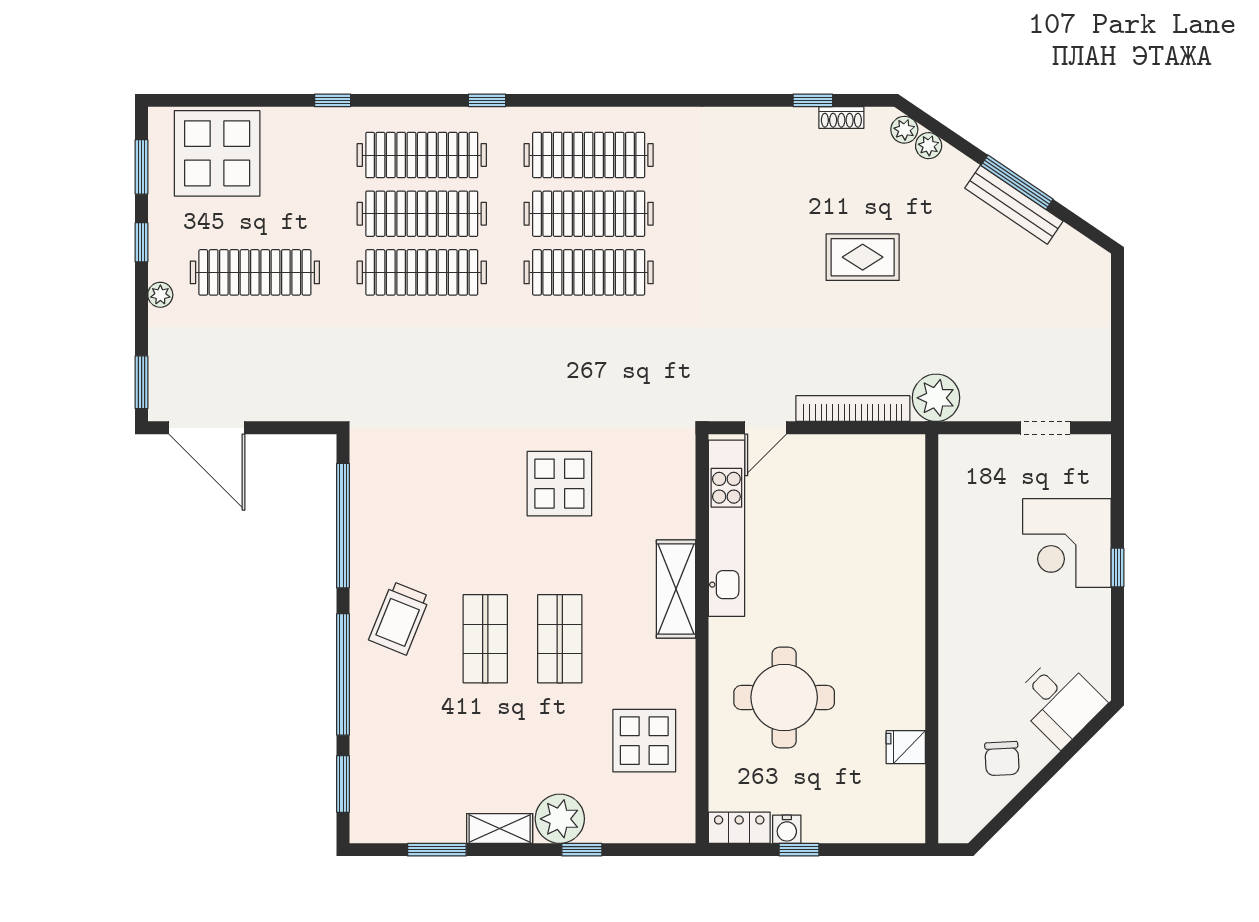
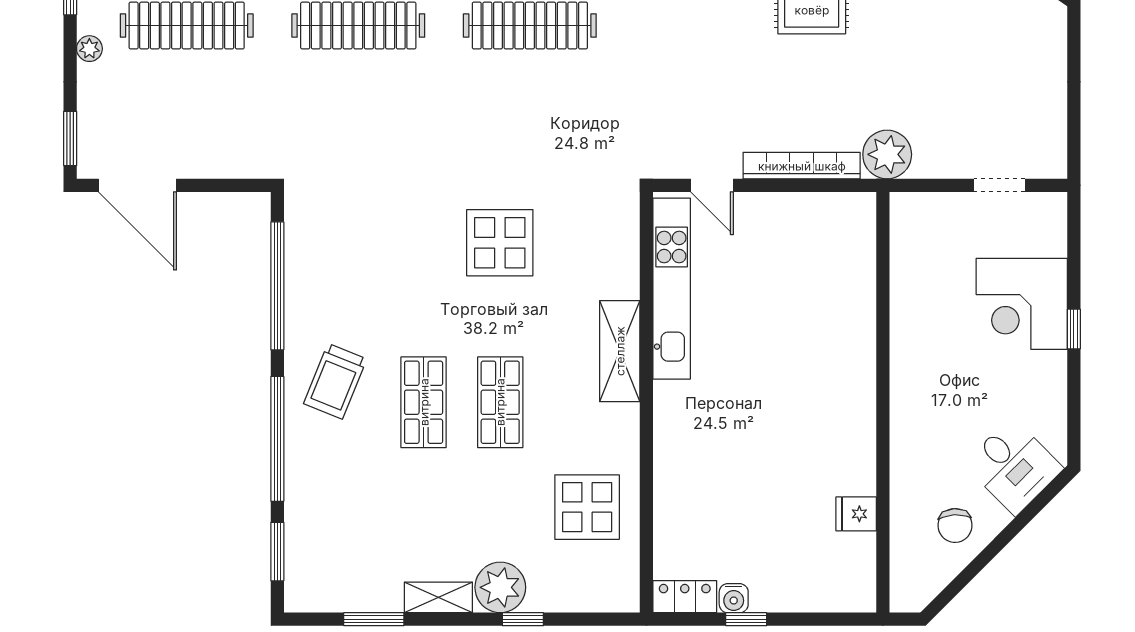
door: (766, 428) -> (712, 185), hinge flipped
round table: (784, 697) -> (731, 463), removed

